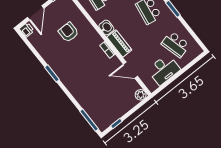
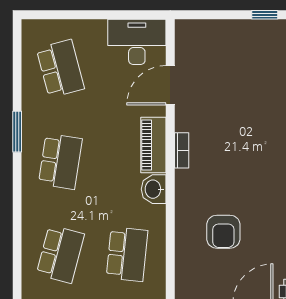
door: (131, 70) -> (170, 85), swing flipped
desk: (164, 70) -> (137, 42), moved
plant: (141, 95) -> (186, 31), removed

